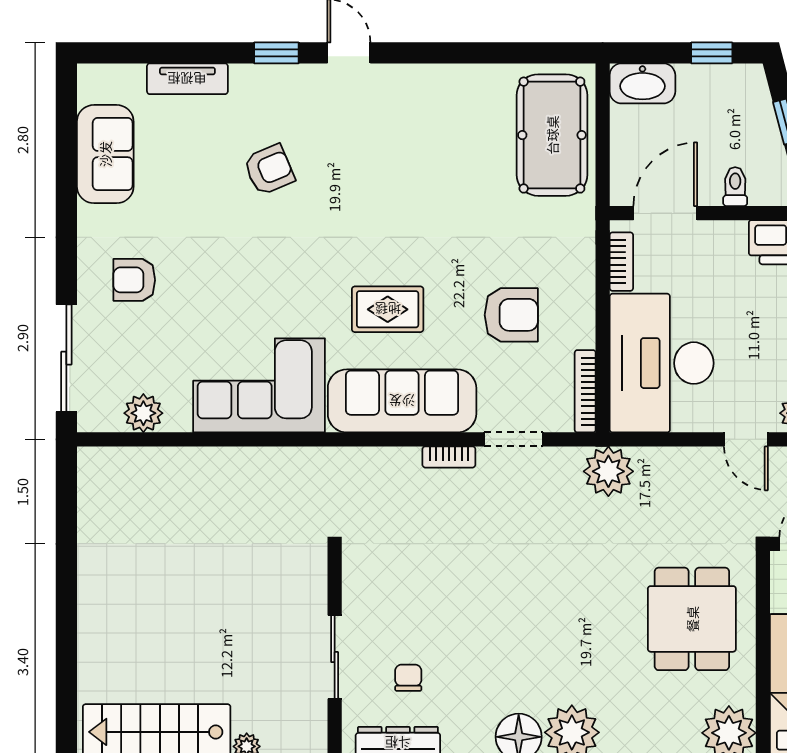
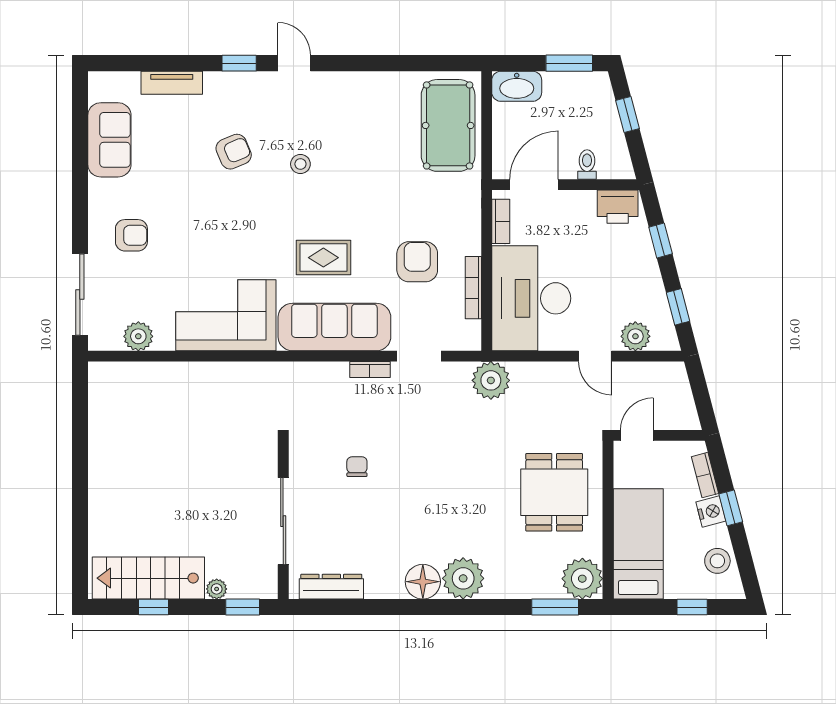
window: (712, 53) -> (569, 63), width x1.50
stool: (357, 186) -> (300, 164), added
armchair: (134, 280) -> (131, 235), turned 180
armchair: (511, 315) -> (417, 262), turned -90
bookcase: (585, 391) -> (473, 288), moved
sliding door: (335, 657) -> (283, 521), width x1.37
chair: (408, 678) -> (357, 467), moved

